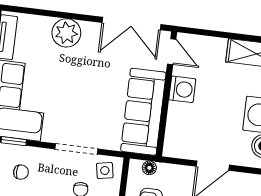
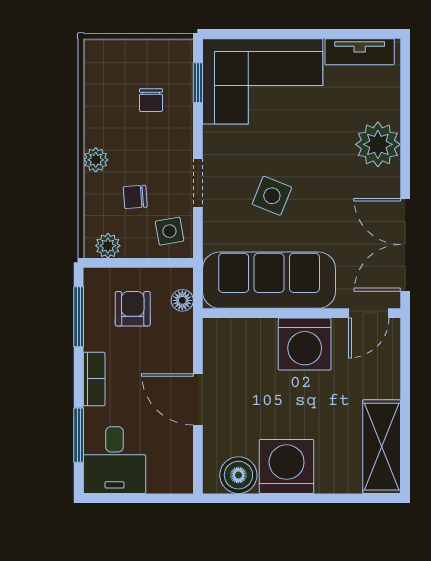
washing machine: (182, 89) -> (305, 344), width x1.37, depth x1.37
side table: (90, 103) -> (272, 196), added
doorway: (77, 149) -> (198, 183), width x0.73

